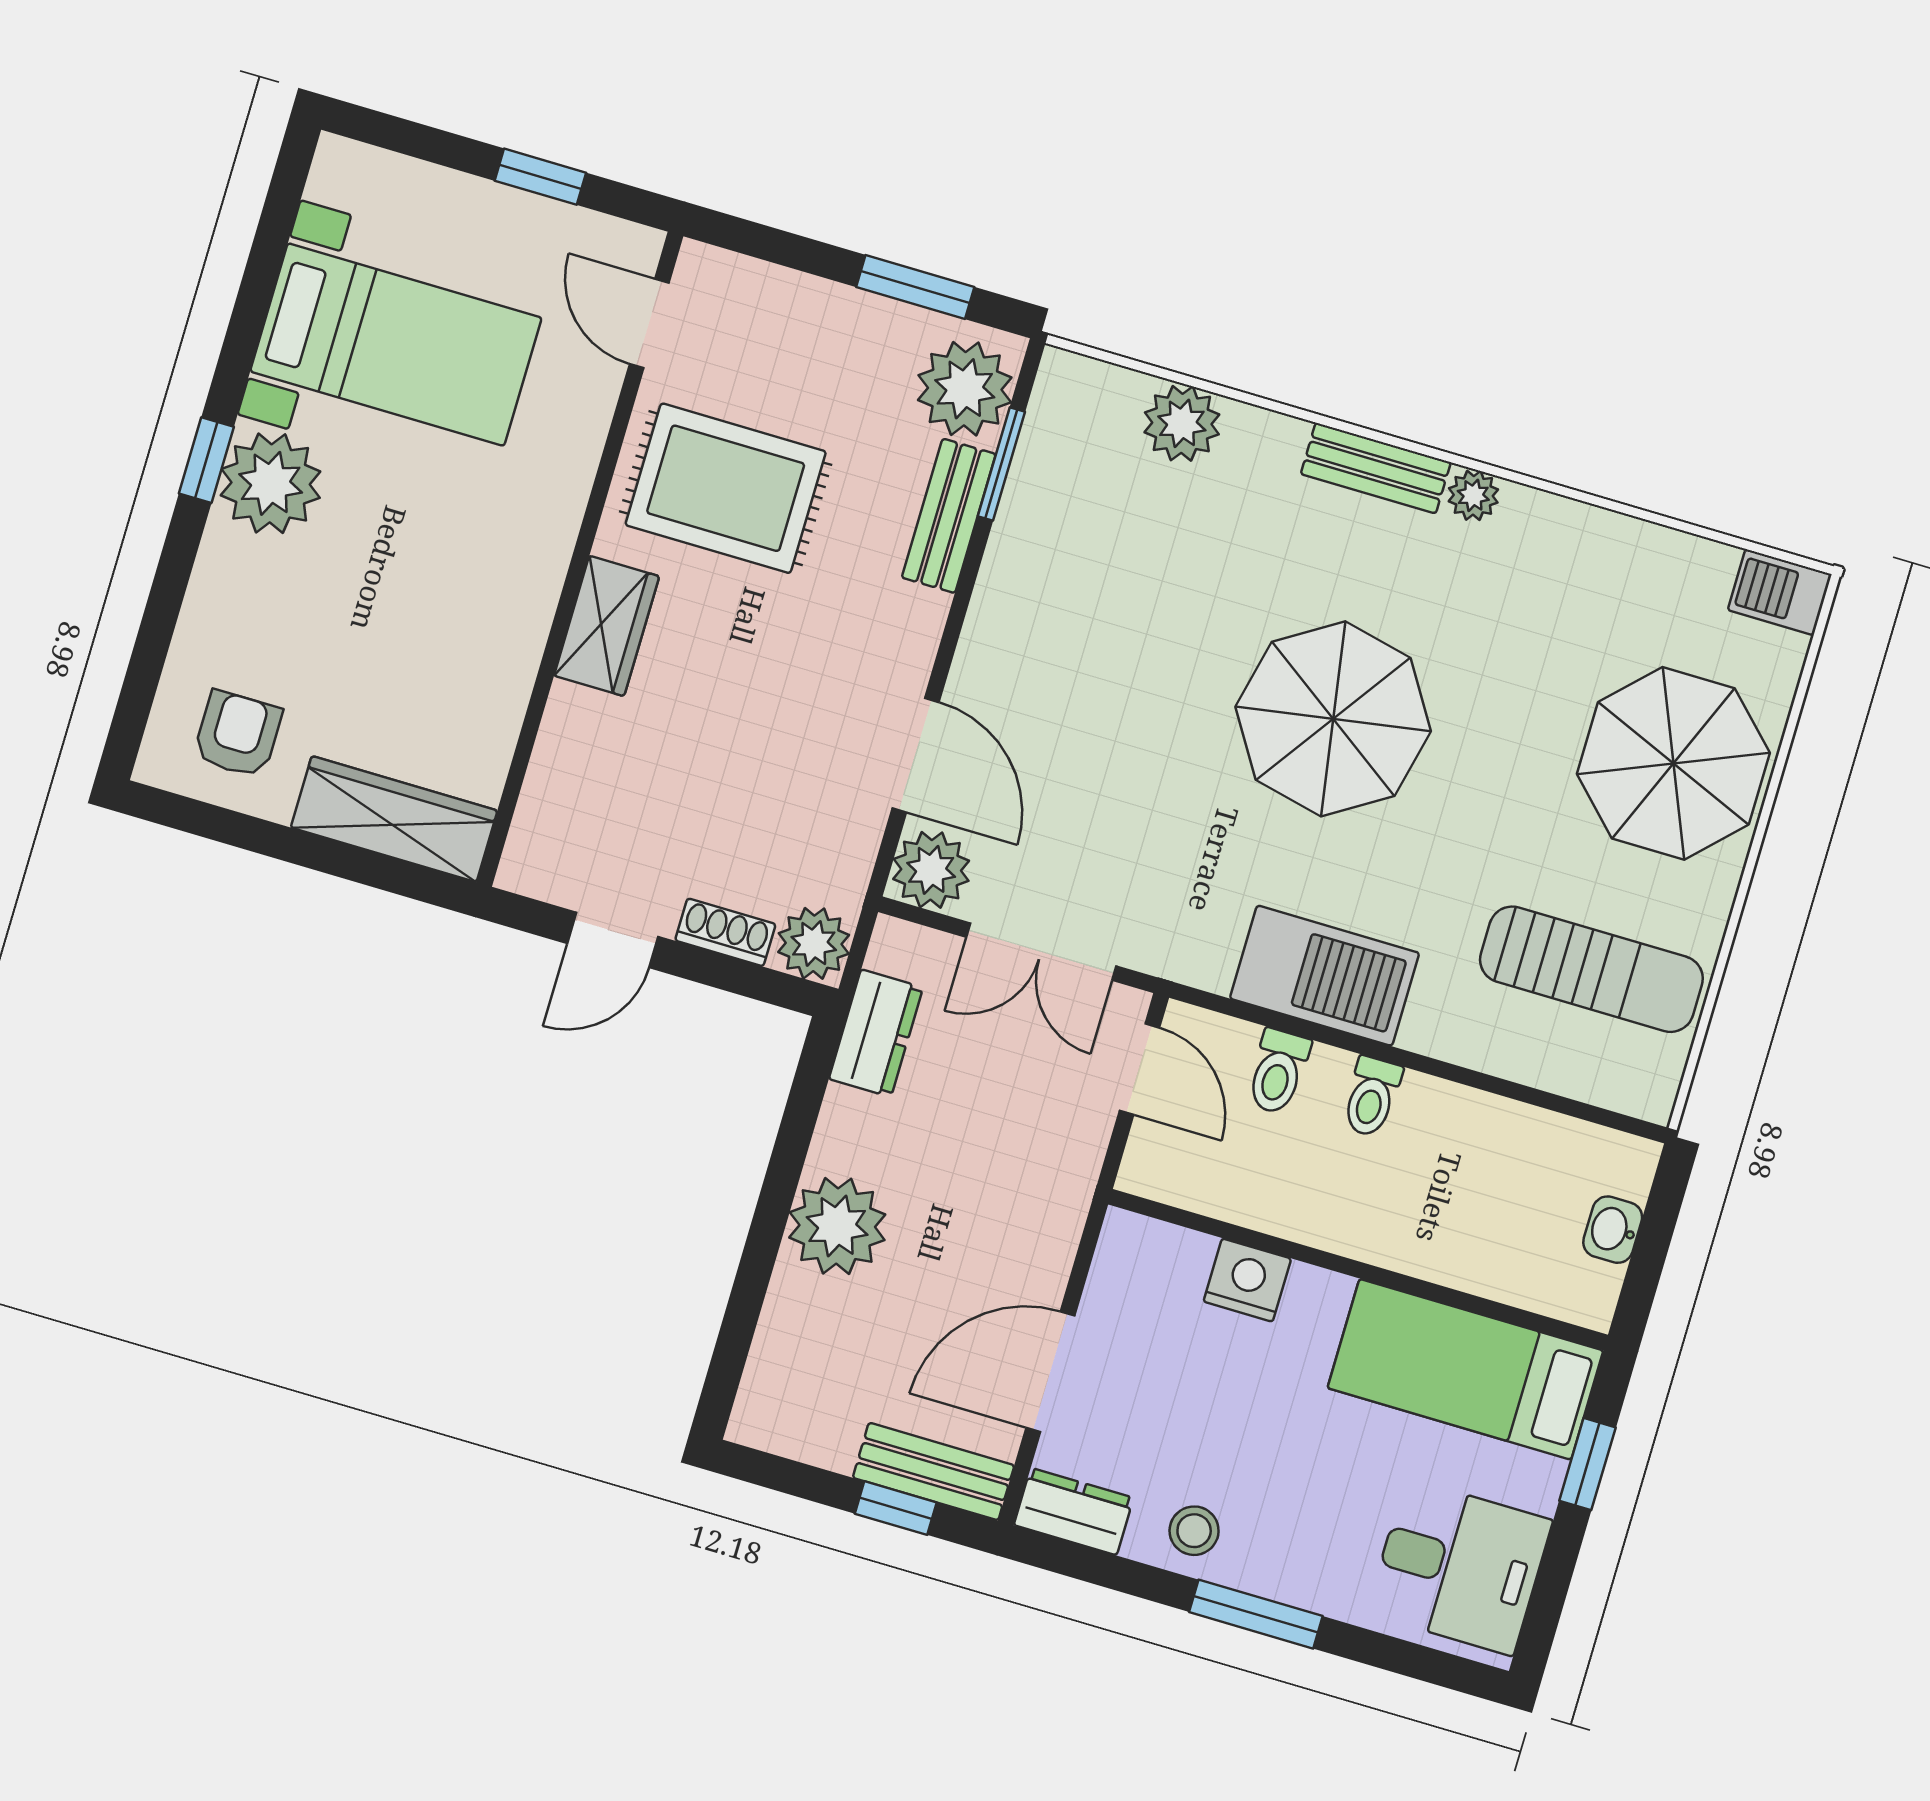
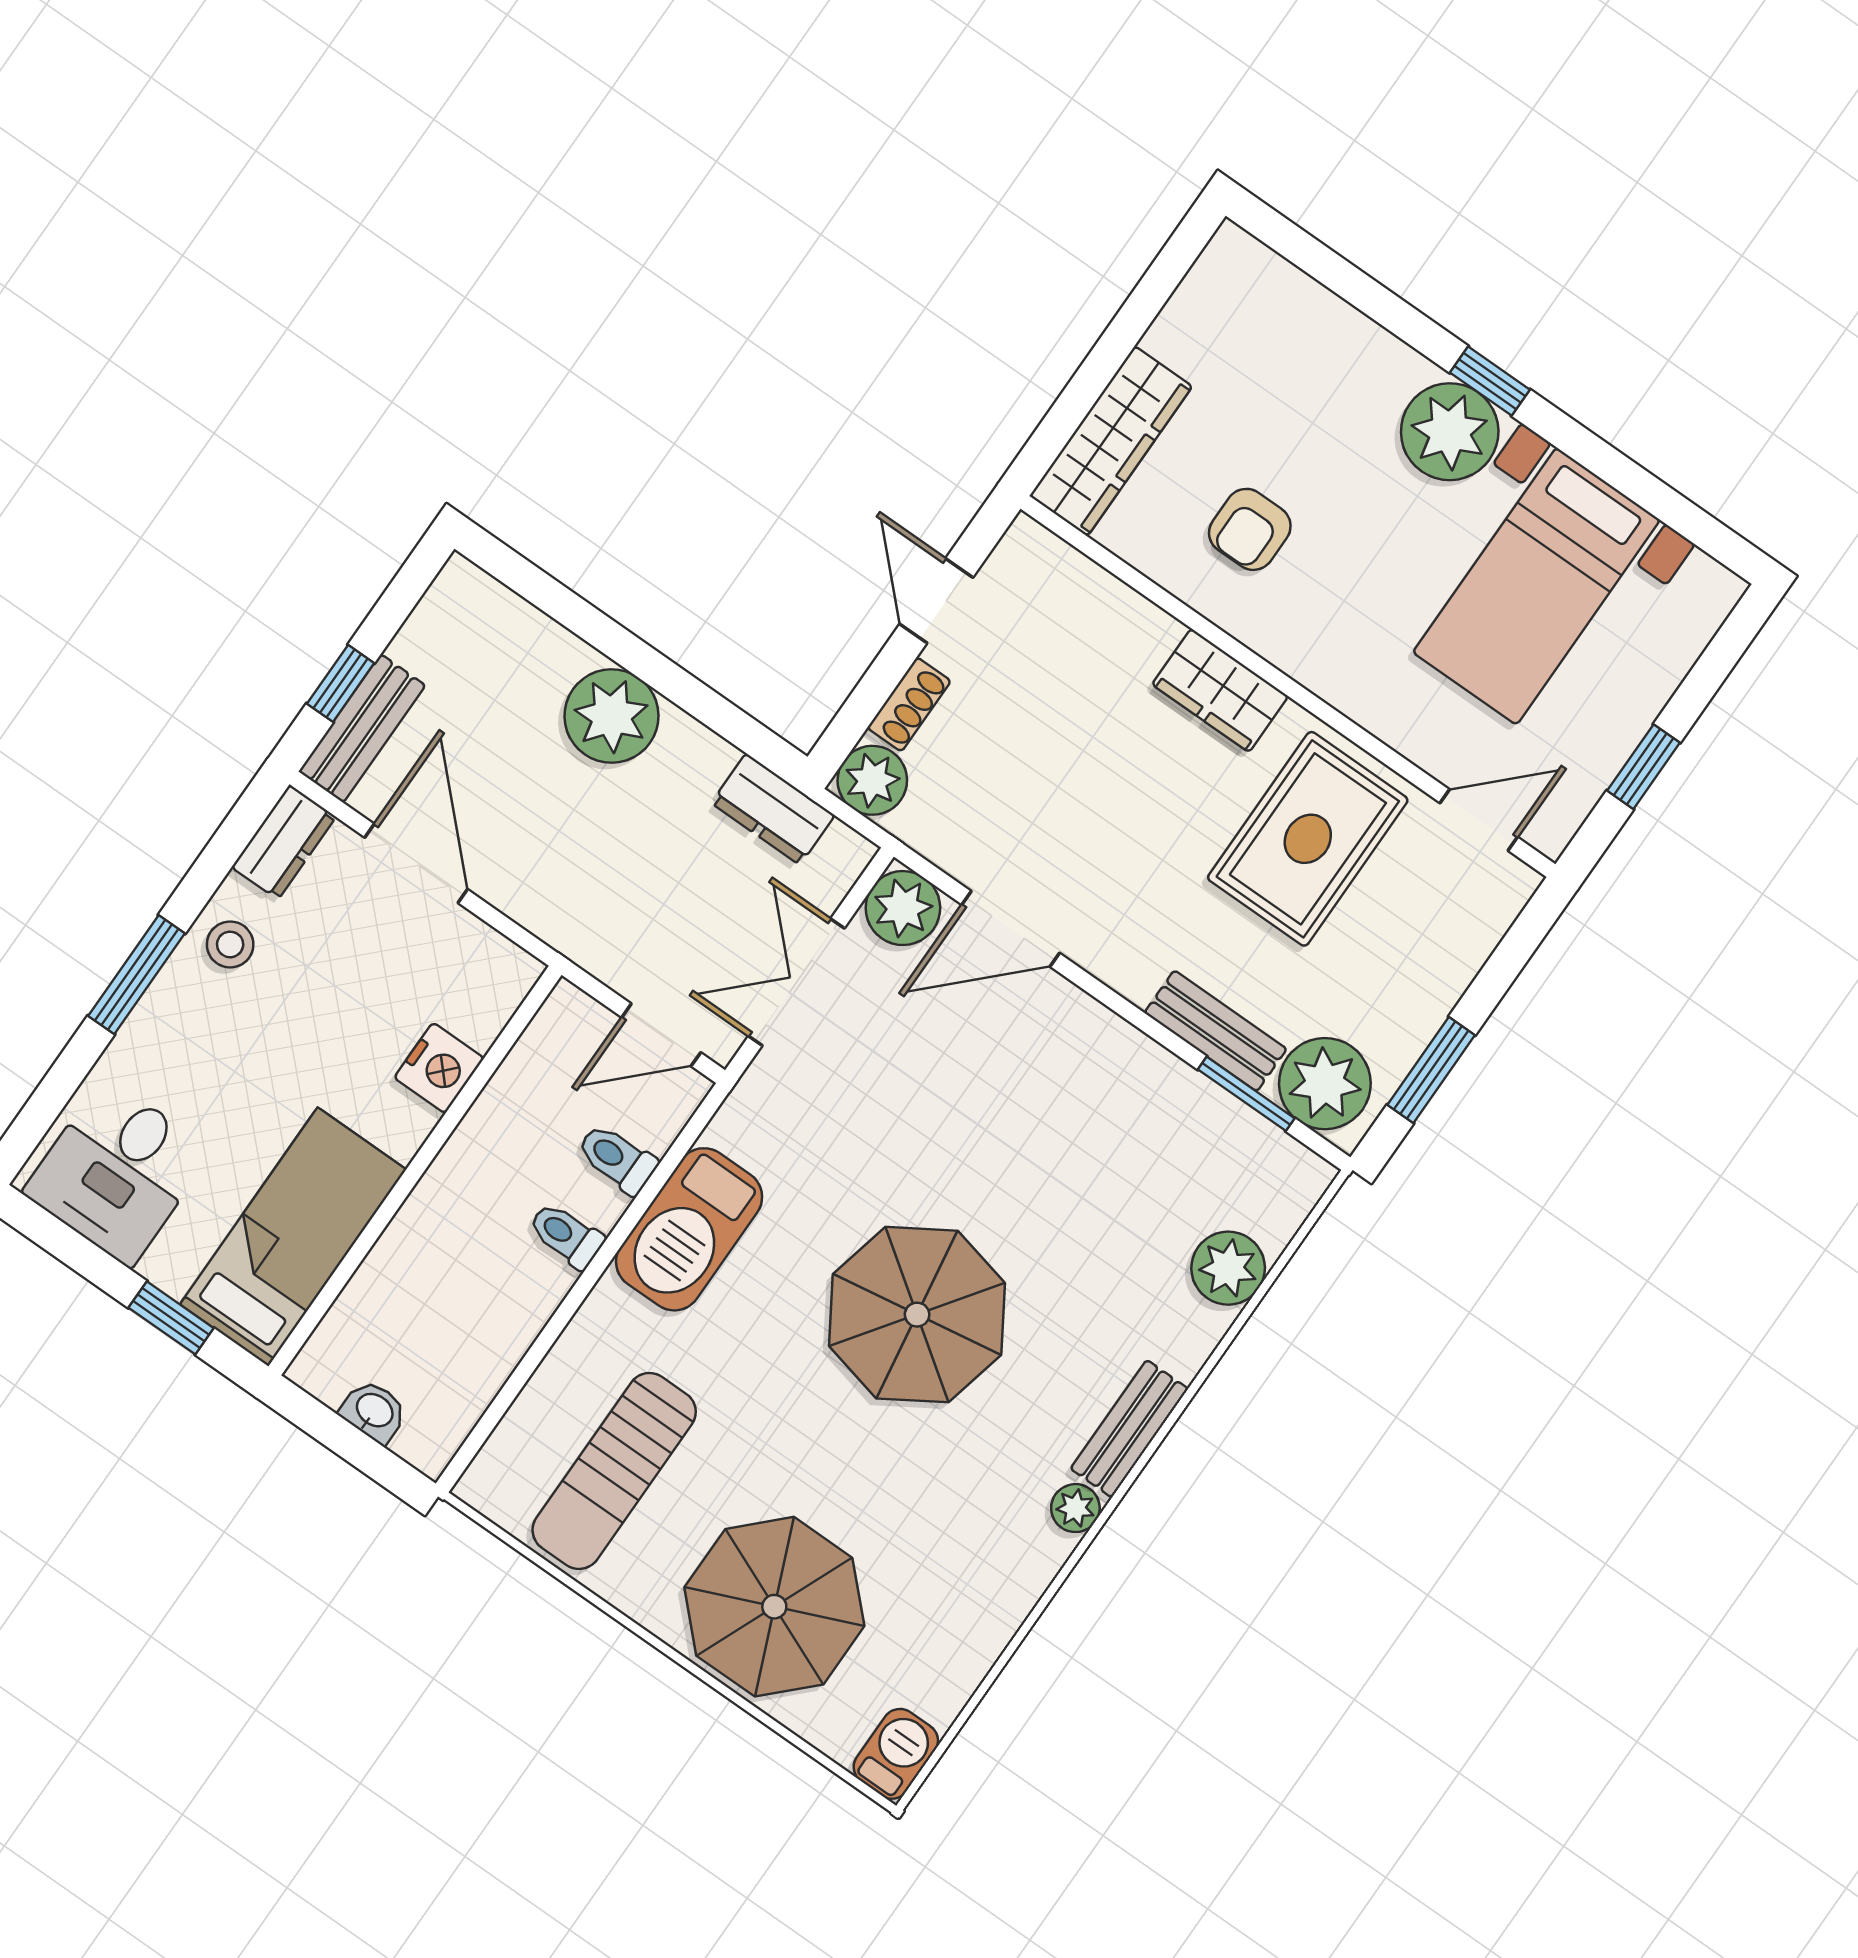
armchair: (238, 734) -> (1250, 529), moved, turned 90

